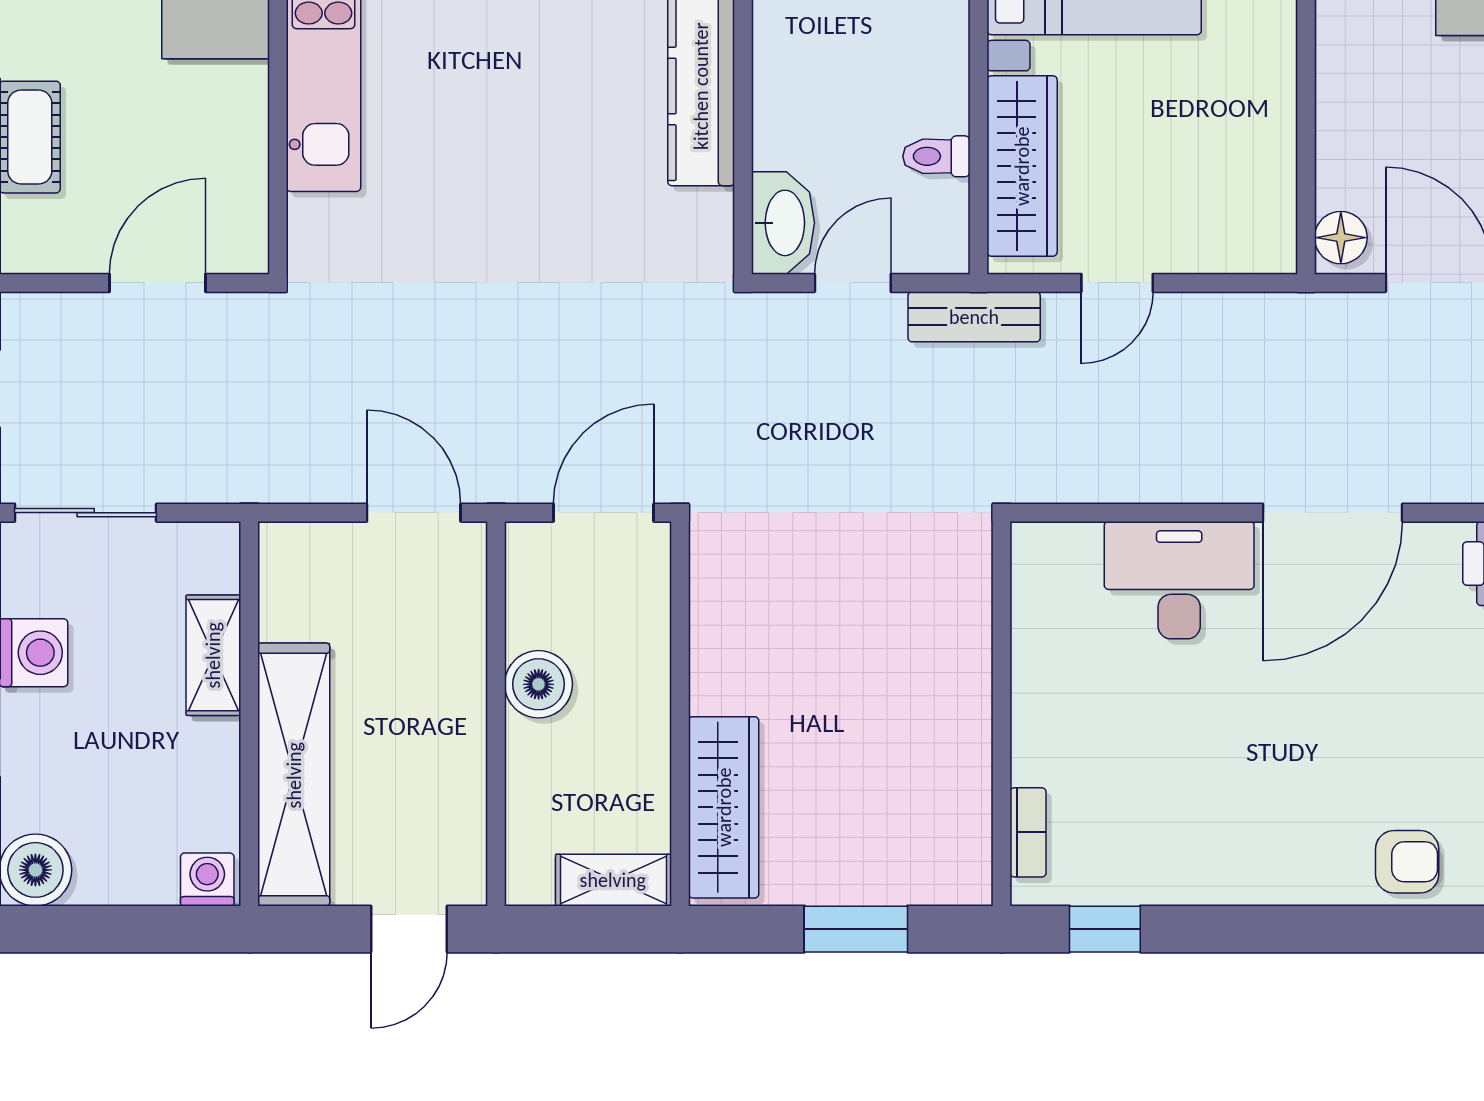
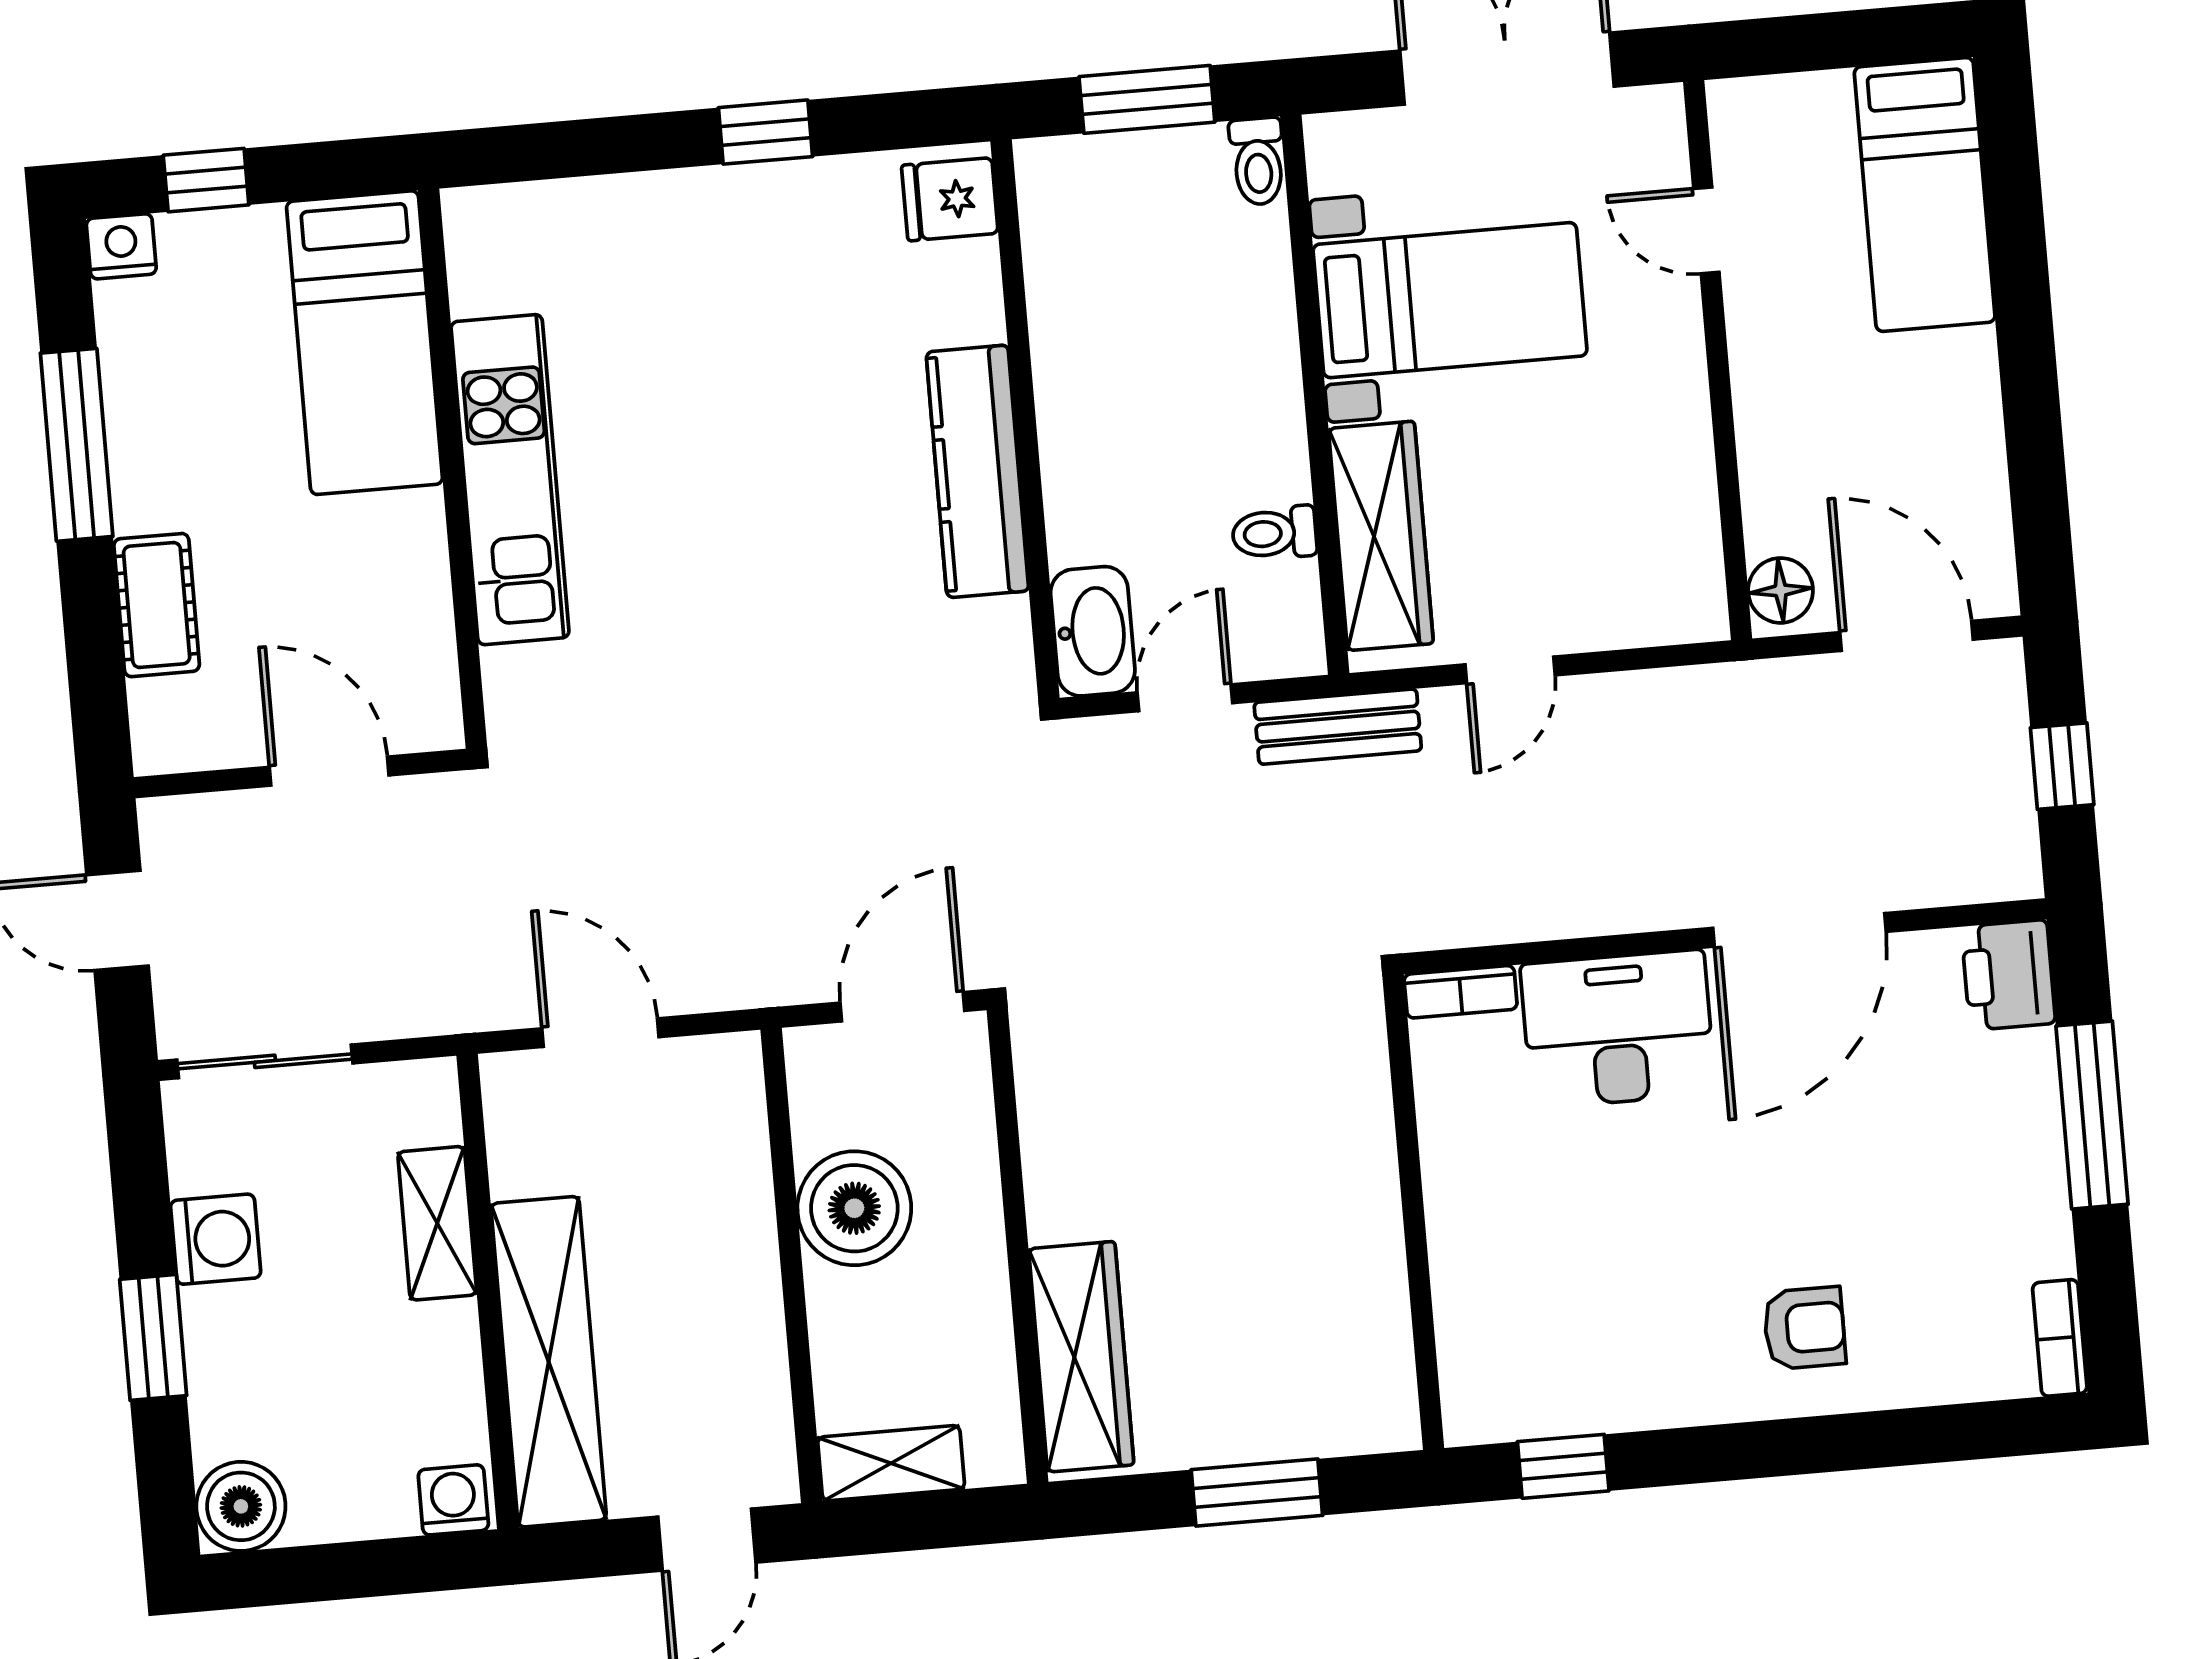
door: (157, 283) -> (329, 771), hinge flipped
door: (414, 513) -> (600, 1033), moved
boiler: (539, 684) -> (854, 1208), width x1.37, depth x1.37
bookcase: (1028, 832) -> (1461, 992), moved, turned 90
armchair: (1407, 862) -> (1804, 1328), moved
shelving: (613, 880) -> (891, 1463), moved

